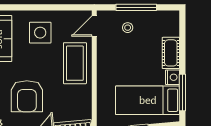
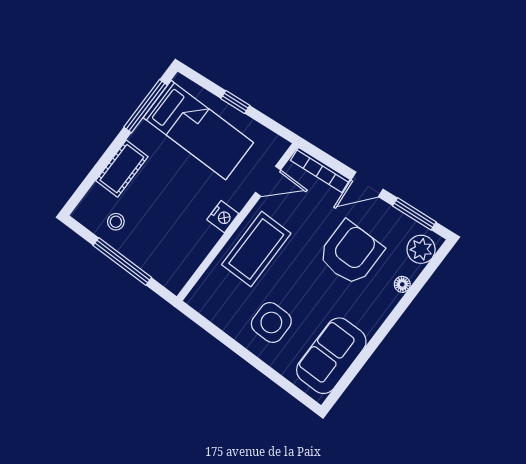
door: (94, 26) -> (268, 181), moved
stool: (128, 28) -> (116, 222), moved
nightstand: (173, 77) -> (223, 217), moved, turned 180

